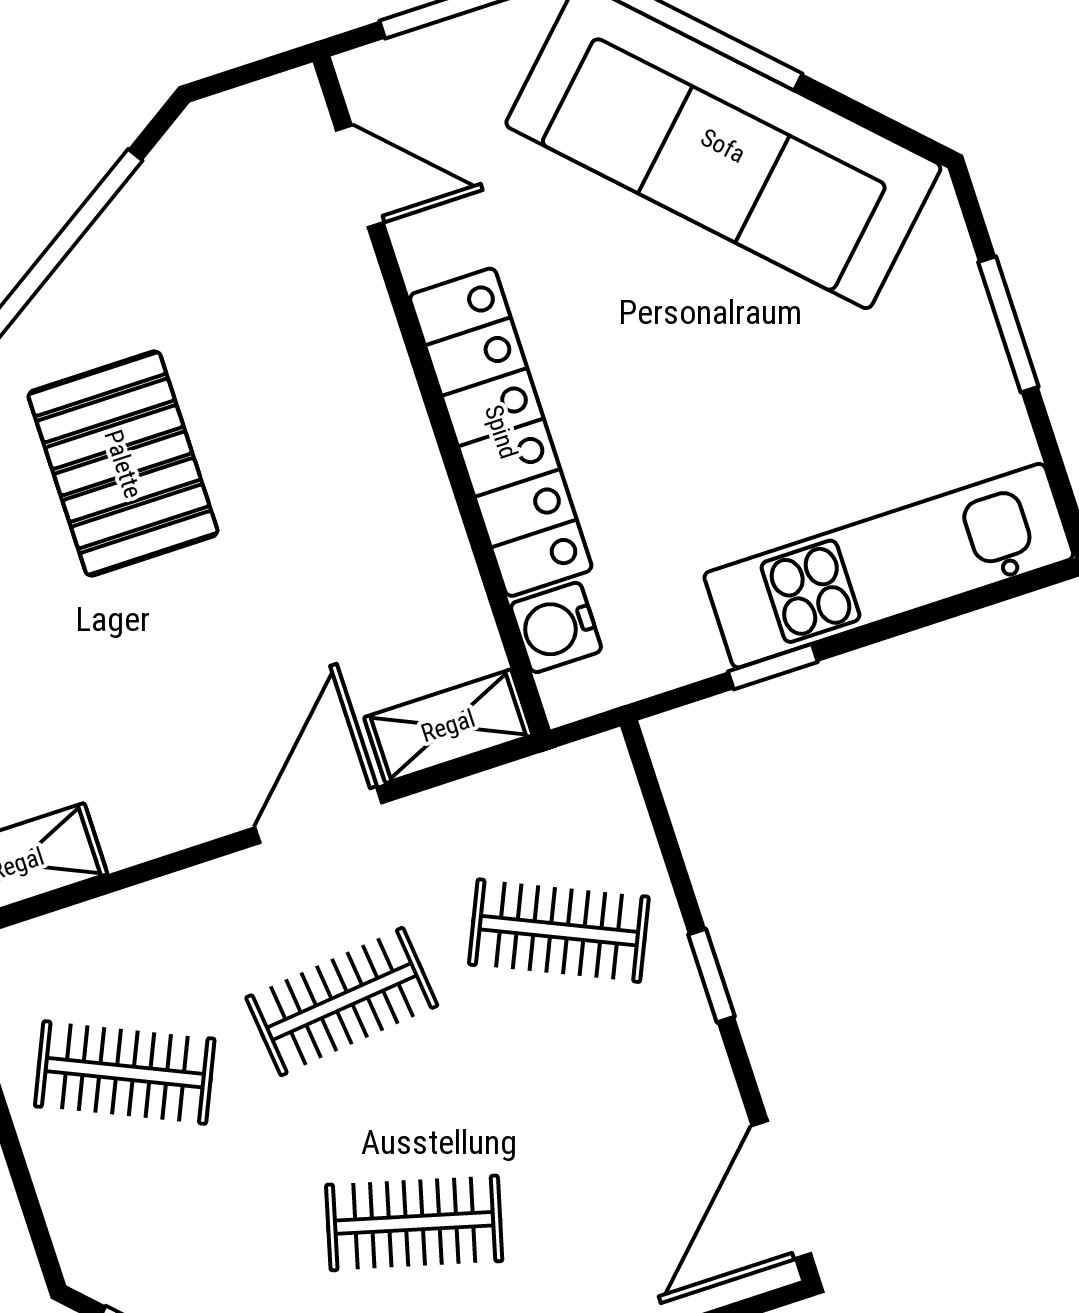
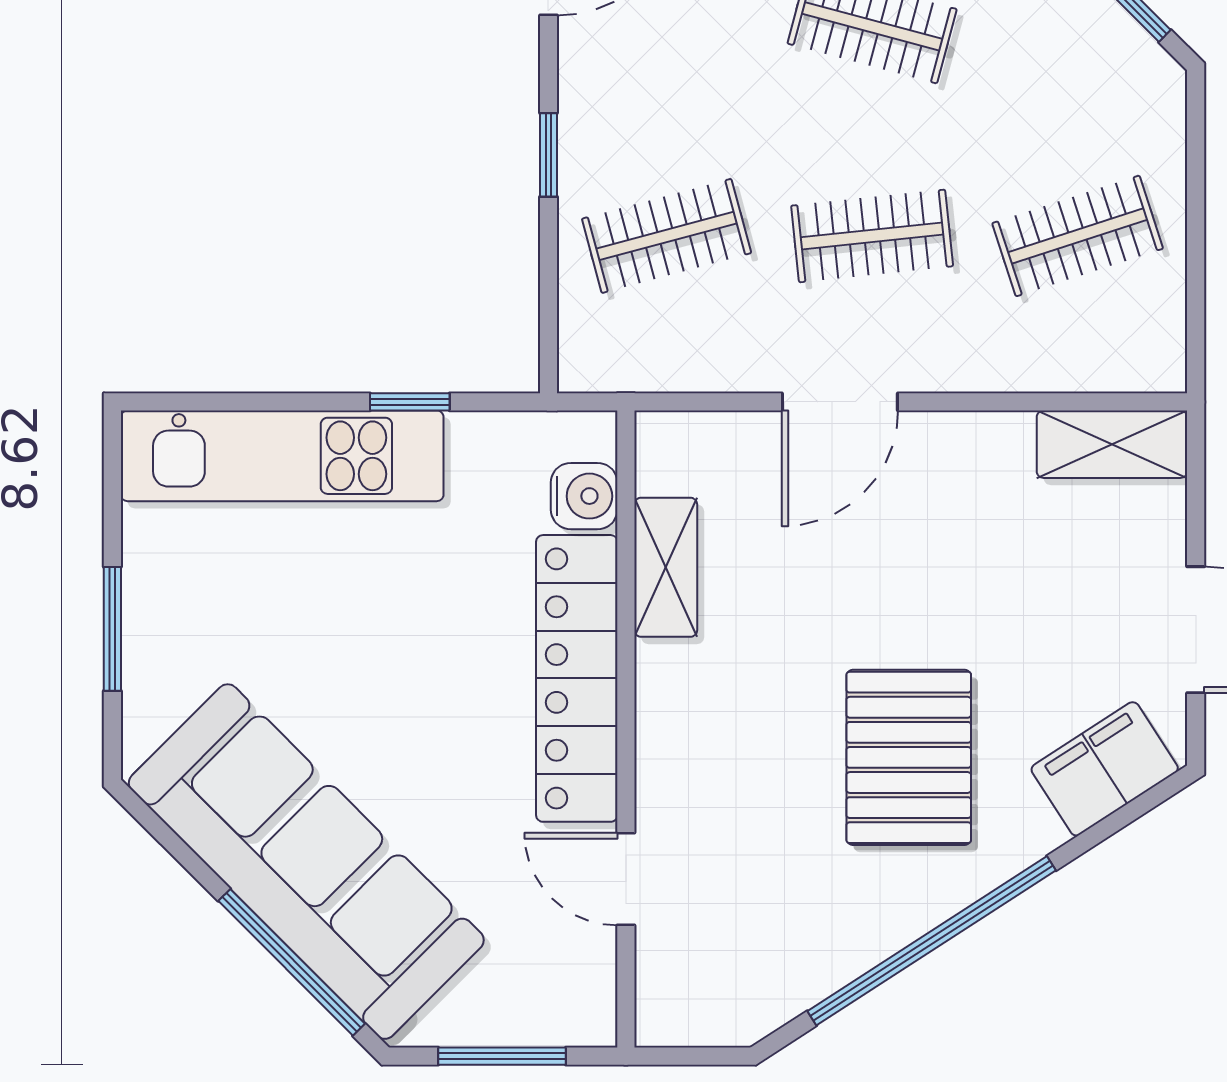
door: (360, 176) -> (626, 879), moved
shelving: (448, 726) -> (666, 567), moved, turned 90
clothes rail: (559, 931) -> (667, 236), turned -39
clothes rail: (125, 1073) -> (1078, 236), turned -42

